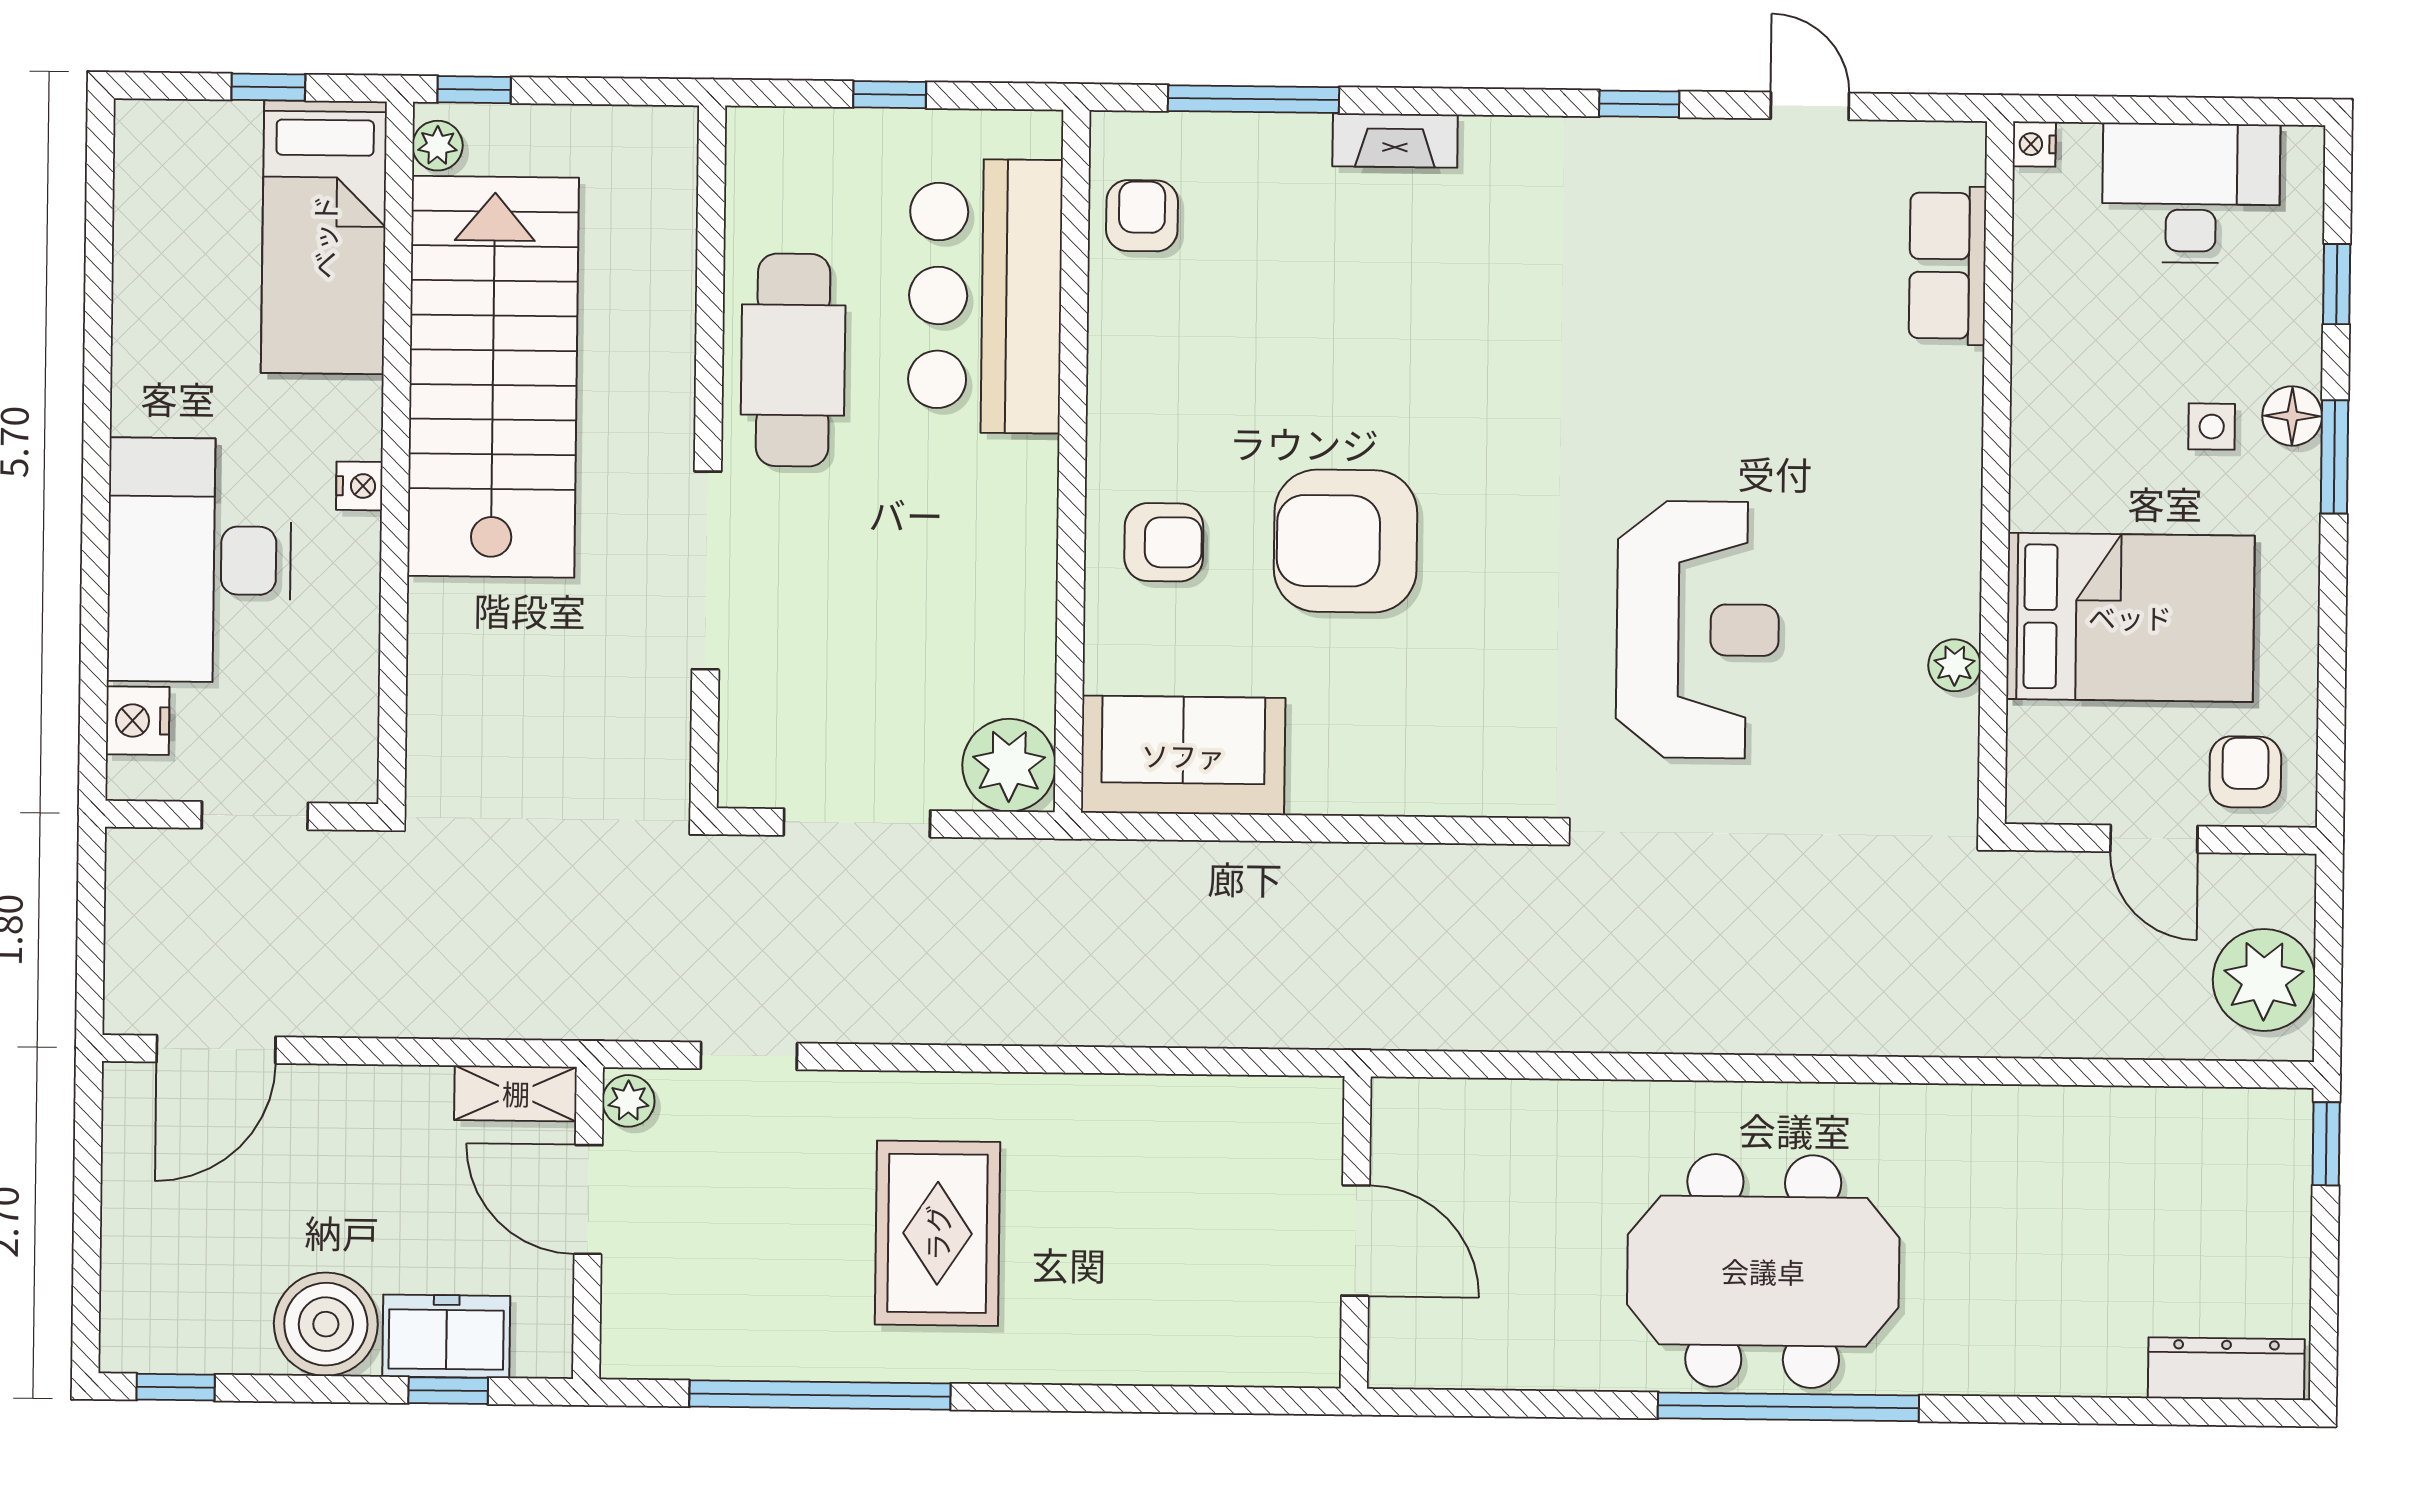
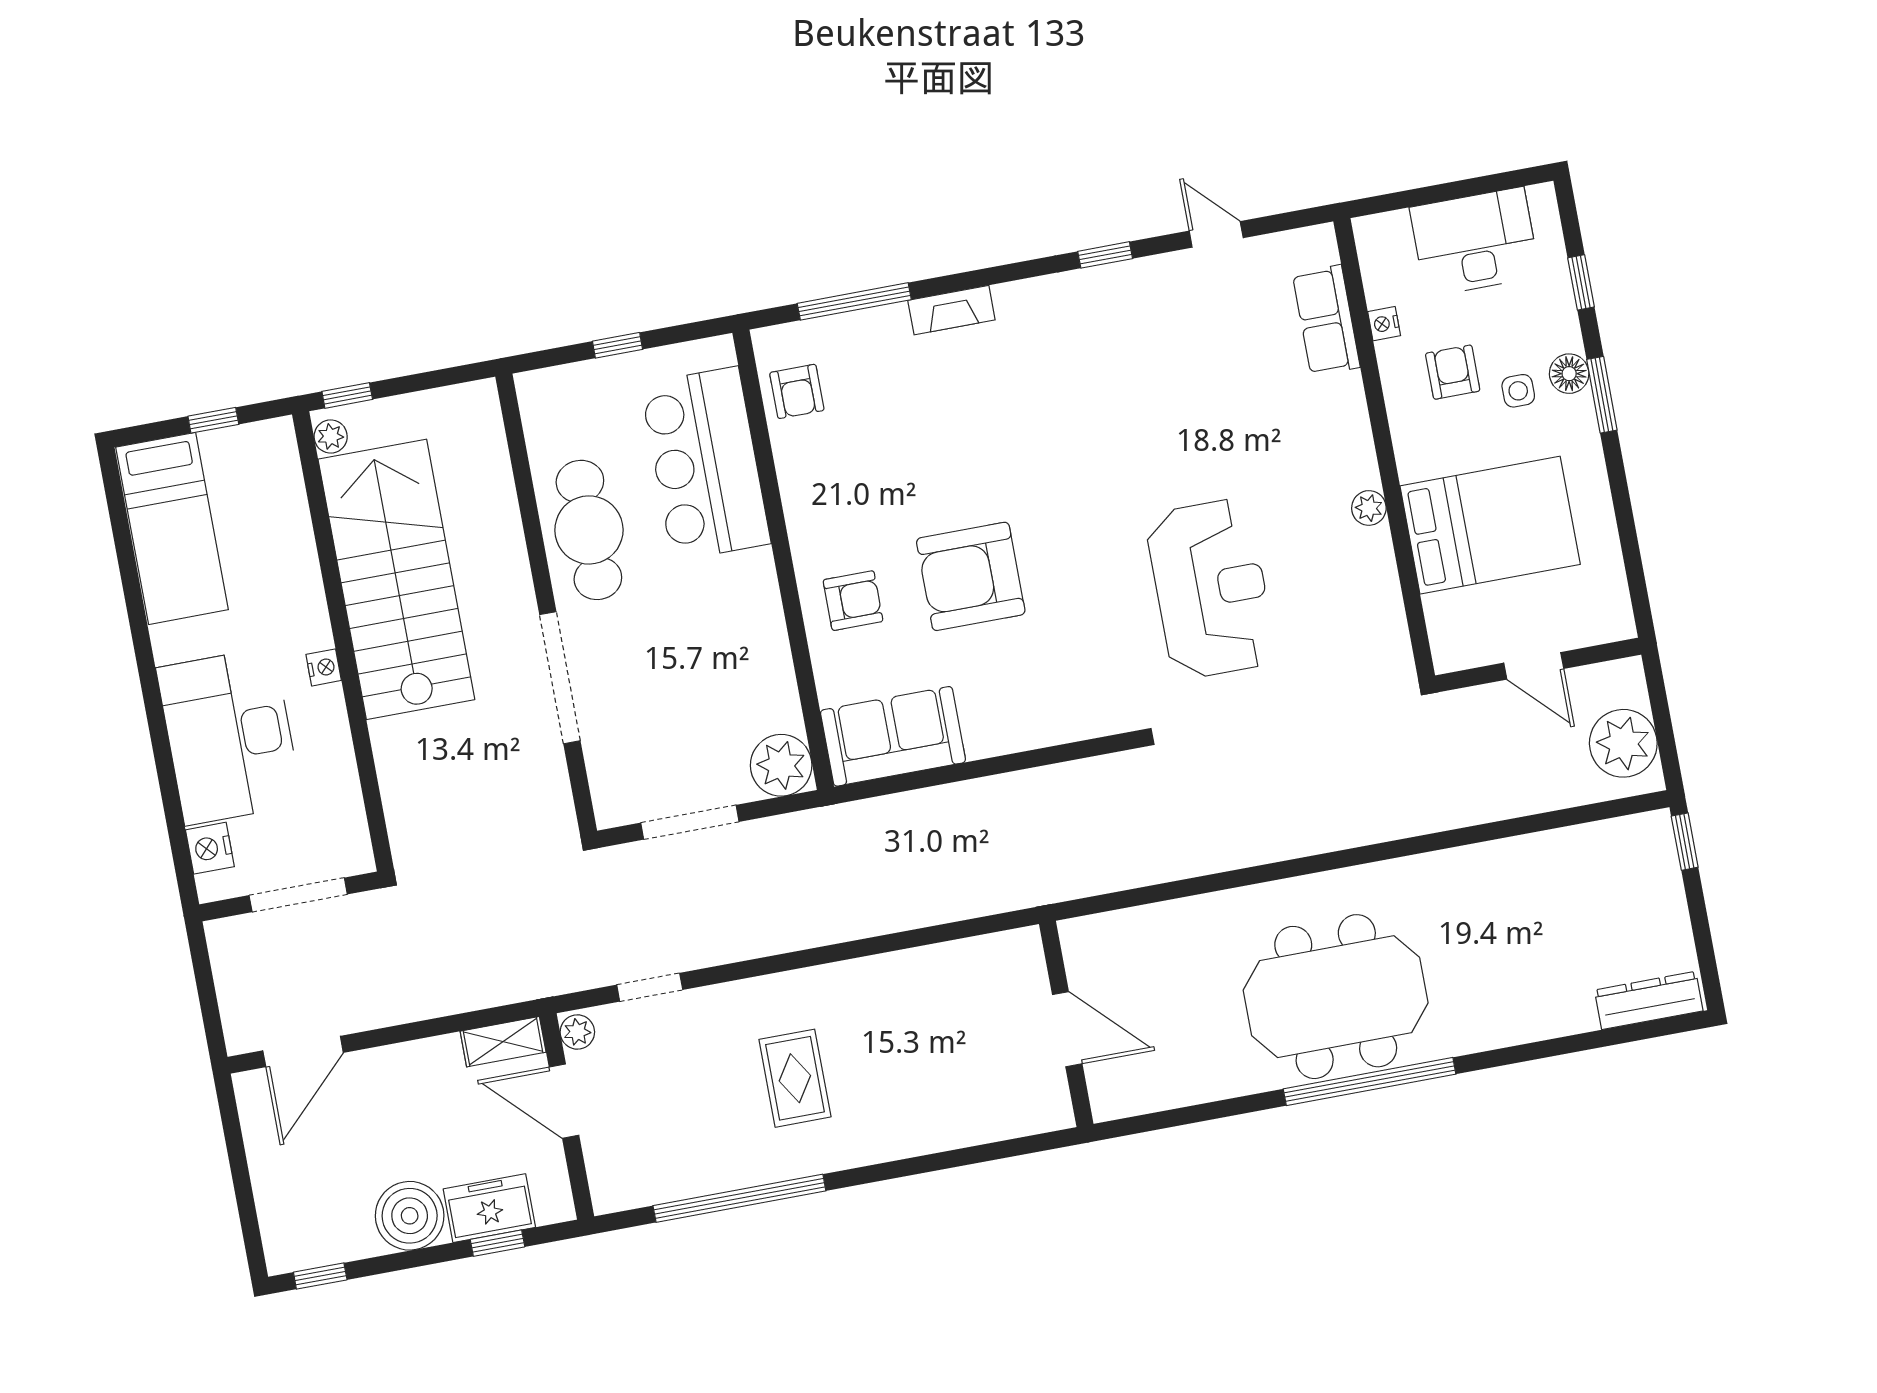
nightstand: (2034, 144) -> (1384, 324), moved
armchair: (1142, 216) -> (797, 391), turned 180
bed: (324, 237) -> (172, 528), moved
plant: (1955, 665) -> (1369, 508), moved
armchair: (2245, 772) -> (1453, 372), moved
doorway: (255, 816) -> (298, 895), width x1.38
rug: (937, 1233) -> (795, 1078), width x0.73, depth x0.70

